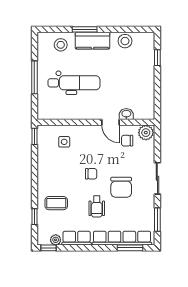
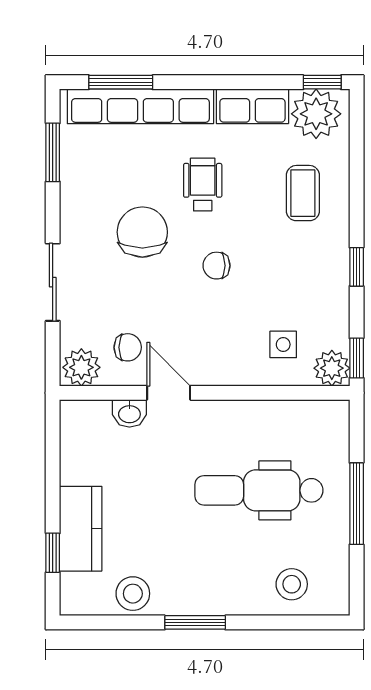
window: (85, 29) -> (195, 622), moved
kitchen counter: (92, 41) -> (81, 529), moved, turned 90
plant: (44, 132) -> (332, 368), added
sliding door: (157, 178) -> (53, 282), moved
coffee table: (56, 203) -> (303, 193), turned 90
window: (34, 217) -> (357, 267), moved
plant: (56, 240) -> (316, 114), width x1.87, depth x1.87

